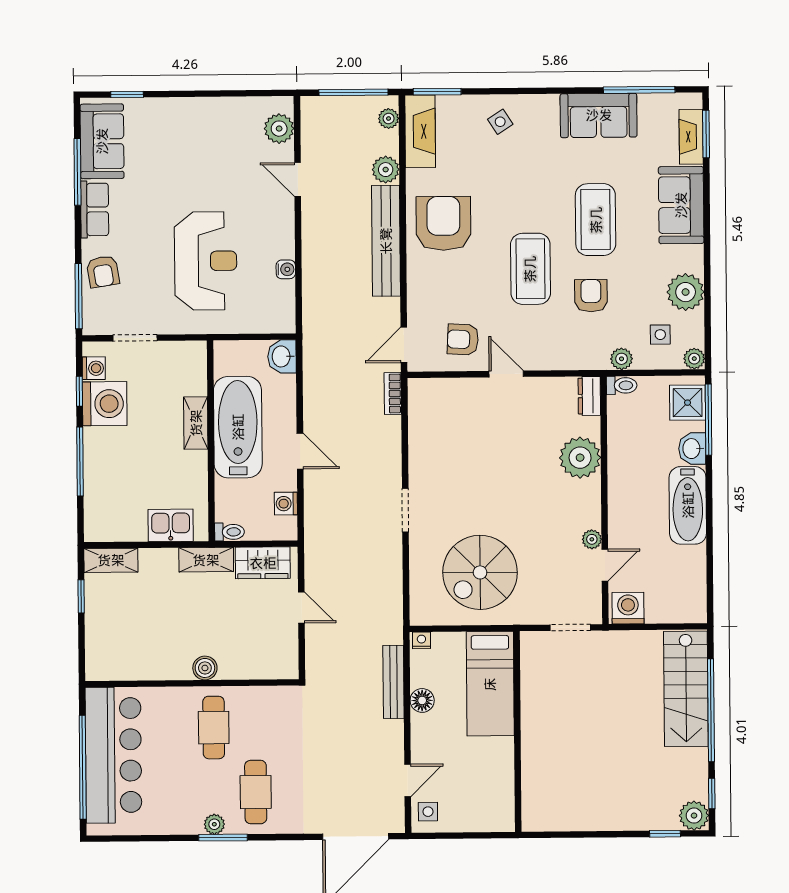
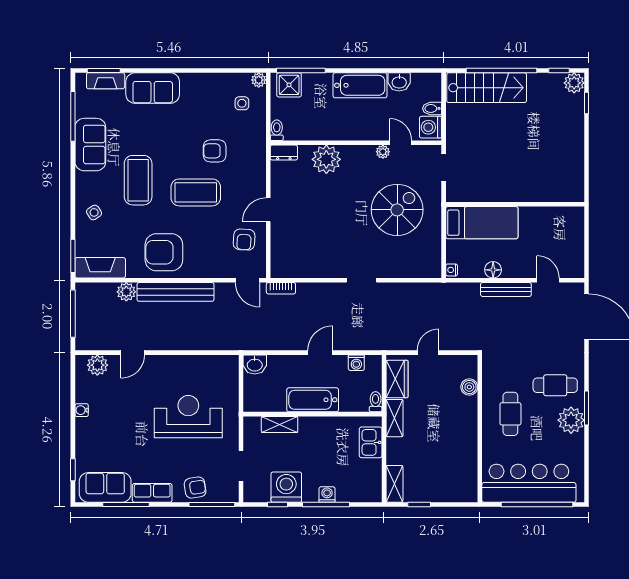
plant: (389, 118) -> (91, 290), removed
coffee table: (596, 220) -> (138, 180), moved, turned 90
water cooler: (286, 269) -> (82, 410), moved, turned -90
plant: (686, 292) -> (213, 86), removed
plant: (622, 359) -> (258, 130), removed
washing machine: (94, 368) -> (327, 494), moved
shelving: (196, 423) -> (280, 424), moved
bathtub: (238, 427) -> (313, 400), width x0.73, depth x0.73
washbasin: (692, 449) -> (399, 82), moved
spiral stairs: (480, 572) -> (397, 210), moved, turned -90
bidet: (655, 610) -> (432, 108), added
boiler: (205, 668) -> (469, 387), moved
bench: (393, 682) -> (506, 290), moved
cafe table: (214, 728) -> (510, 414), turned 90
side table: (428, 812) -> (570, 266), removed
plant: (214, 824) -> (571, 420), width x1.87, depth x1.87

